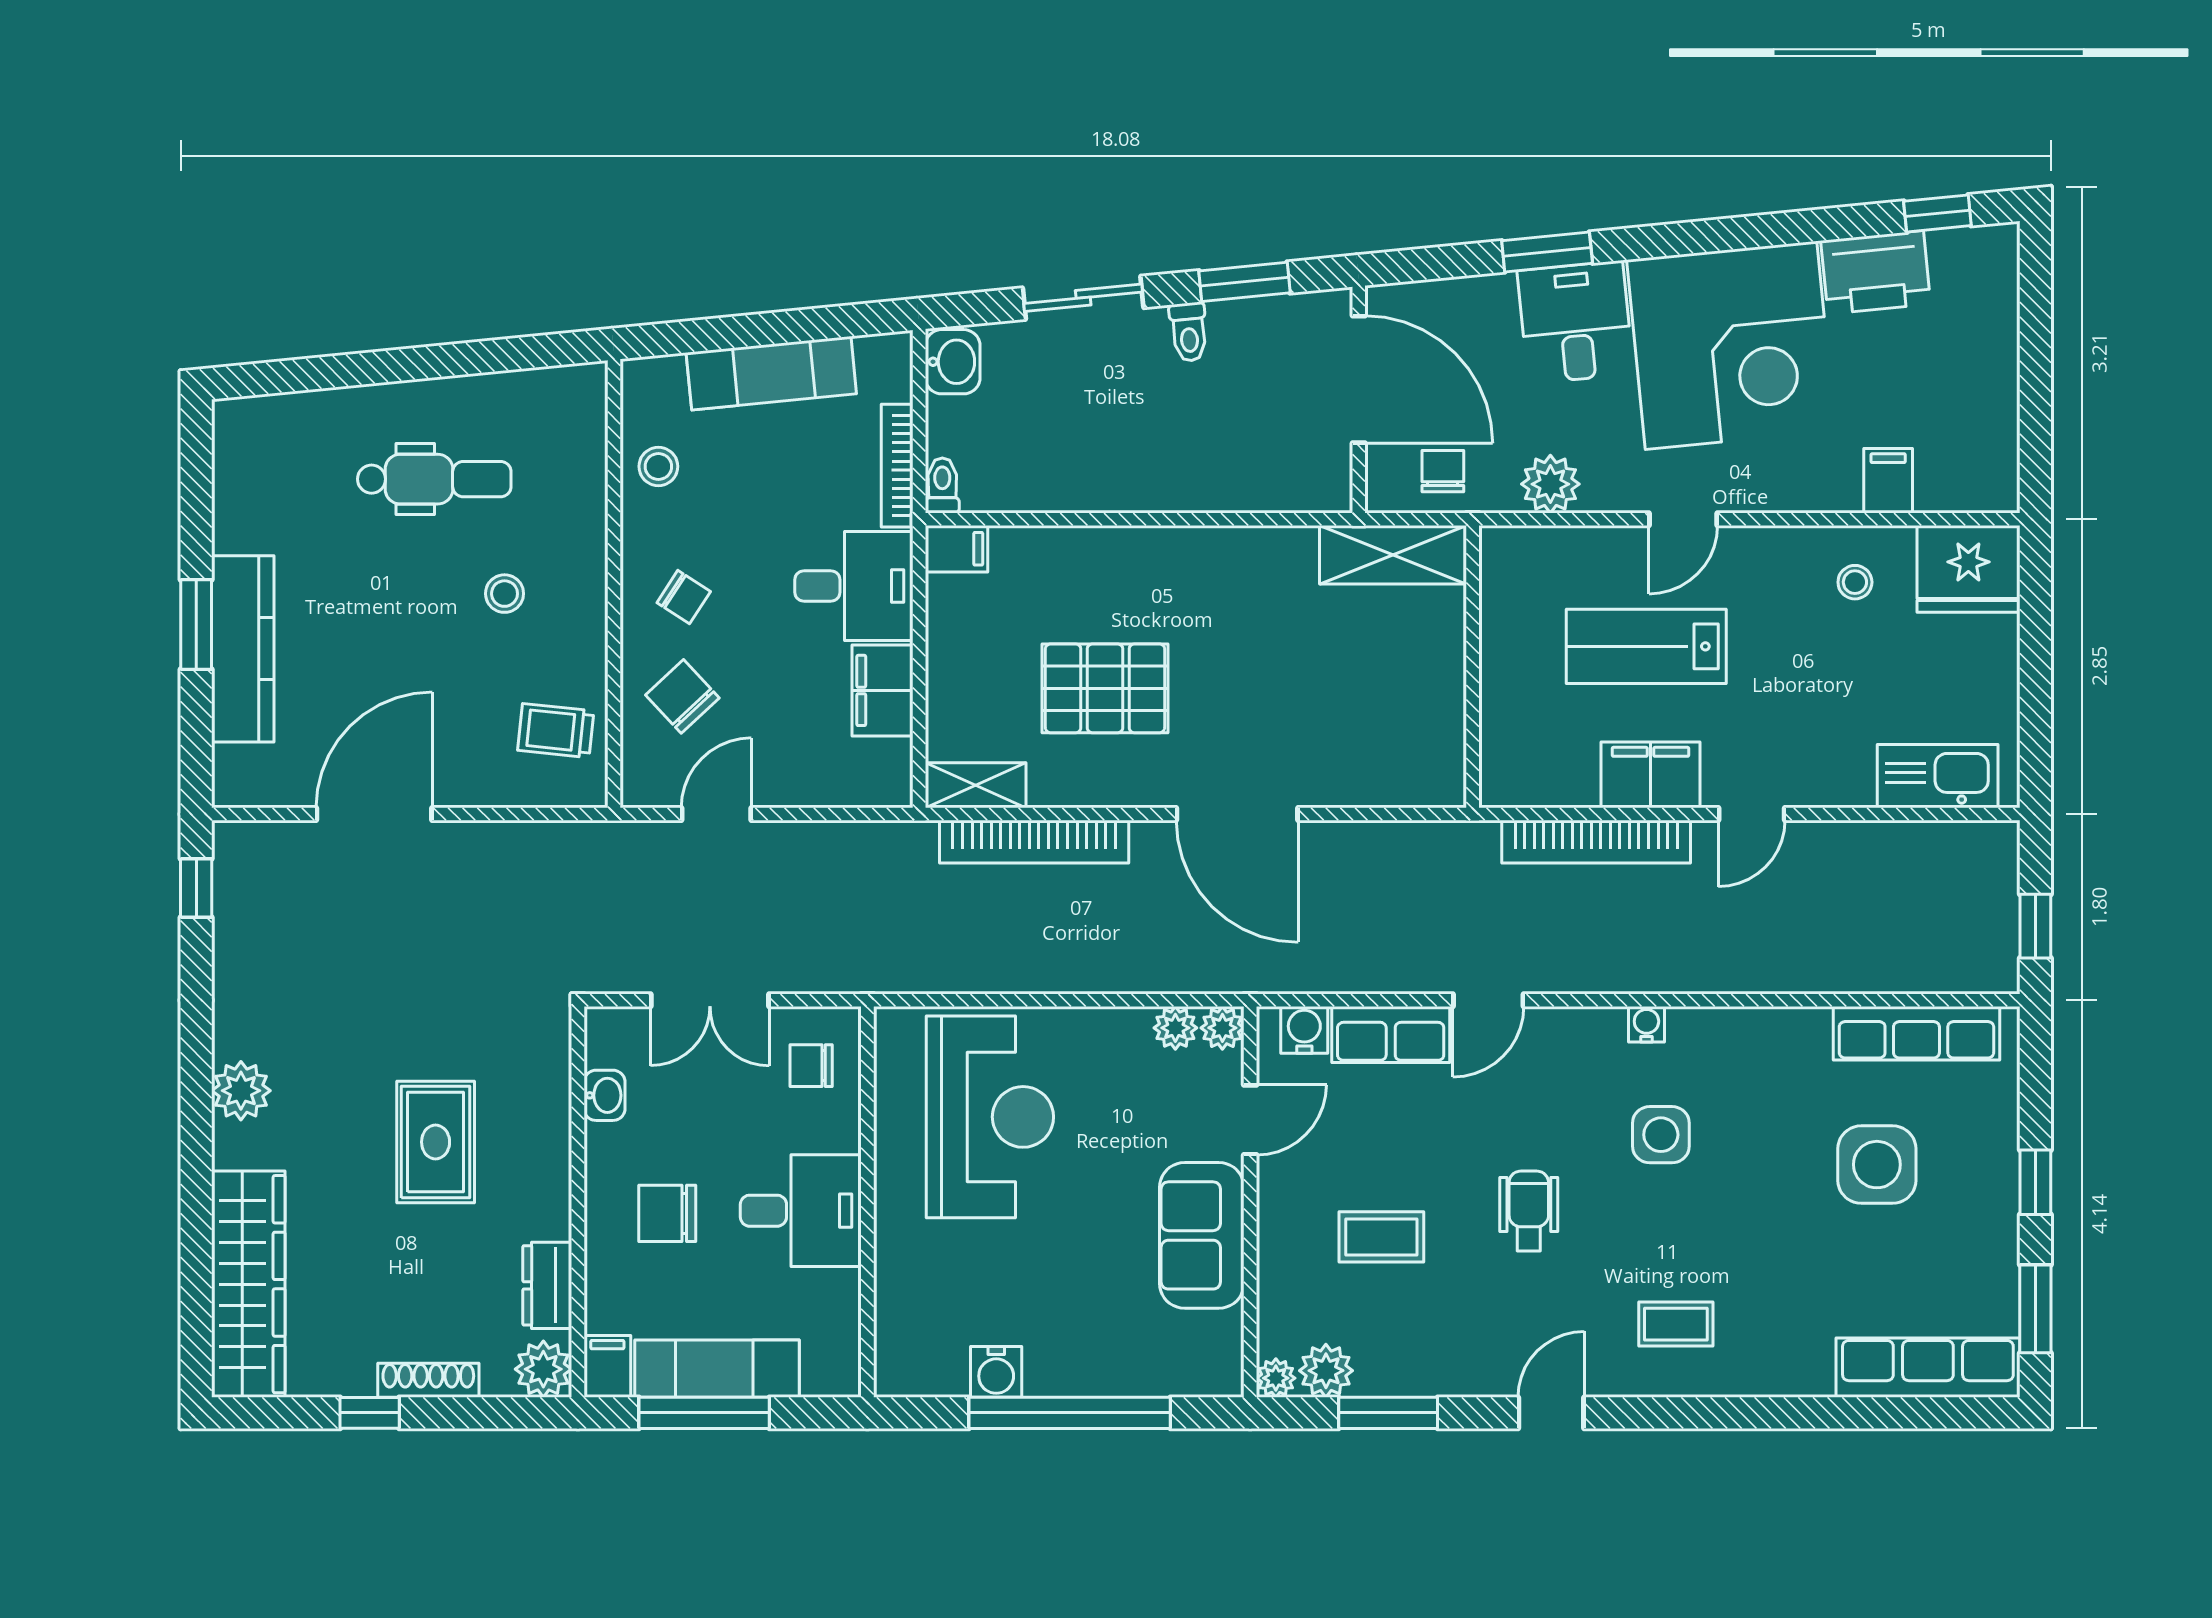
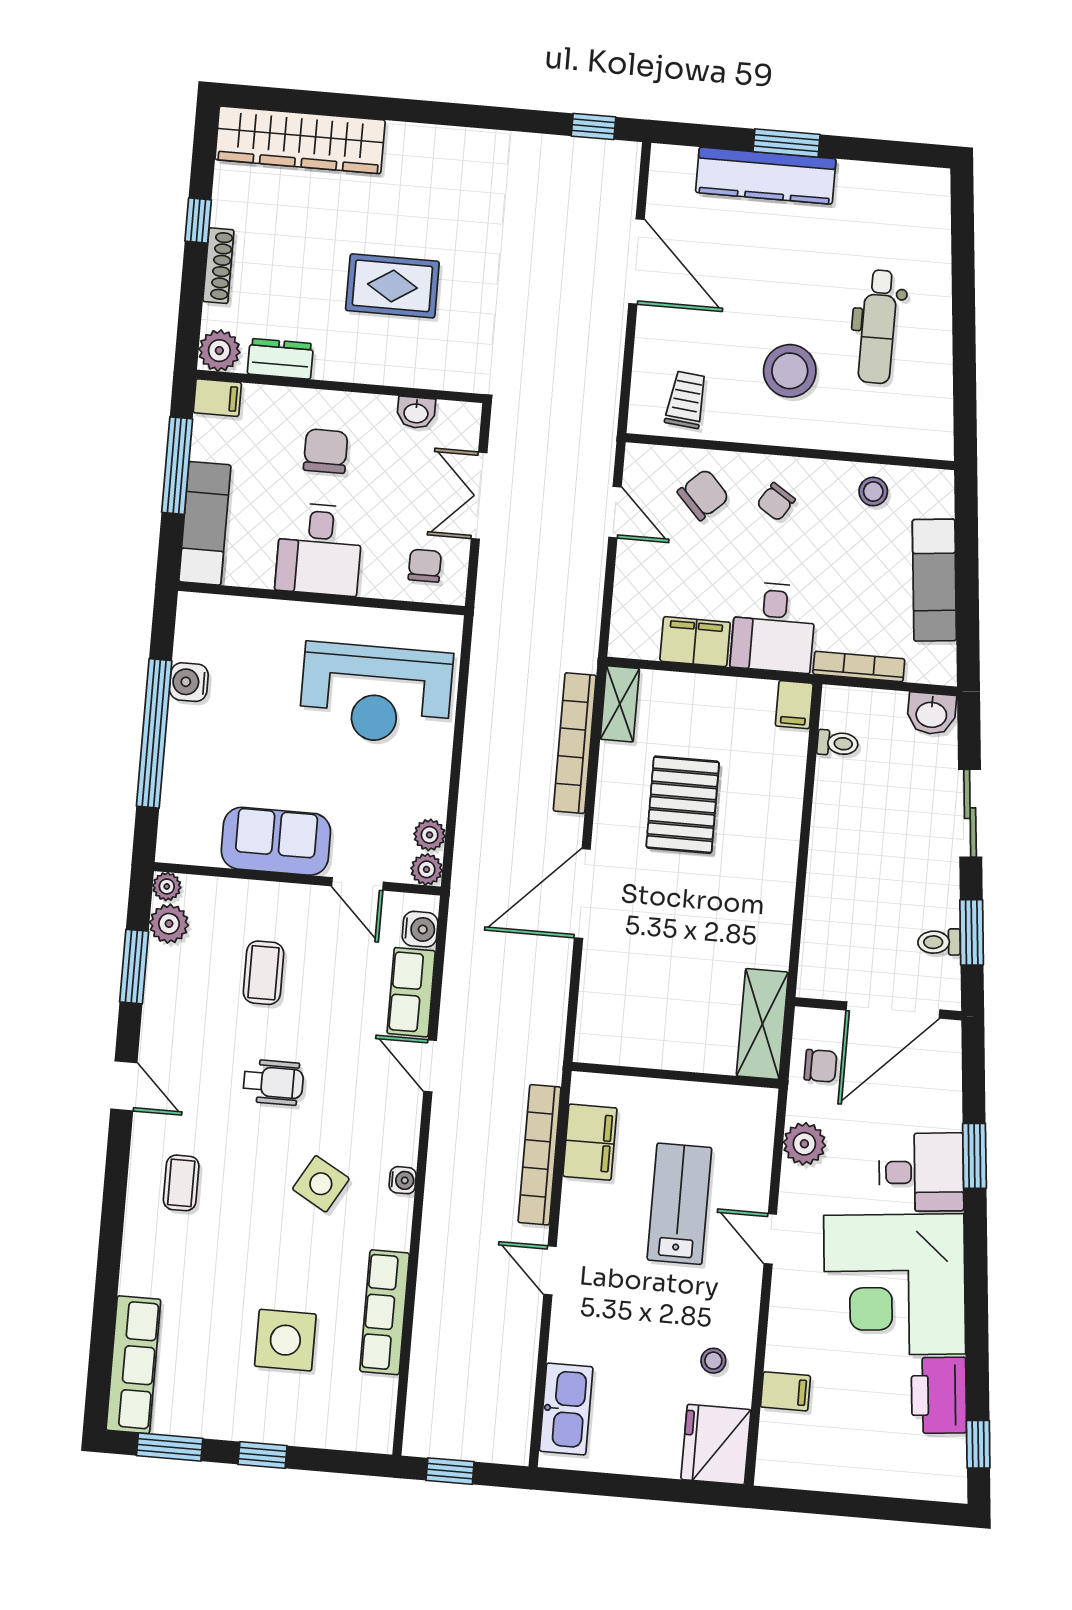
toilet: (1189, 332) -> (939, 942), moved
toilet: (942, 485) -> (838, 743), moved
stool: (505, 594) -> (790, 371), width x1.89, depth x1.89
filing cabinet: (1650, 775) -> (590, 1142), moved
row of seats: (1916, 1033) -> (385, 1312), moved
plant: (241, 1091) -> (442, 147), removed
side table: (1661, 1135) -> (321, 1184), turned 30
exam couch: (717, 1369) -> (205, 523), moved

